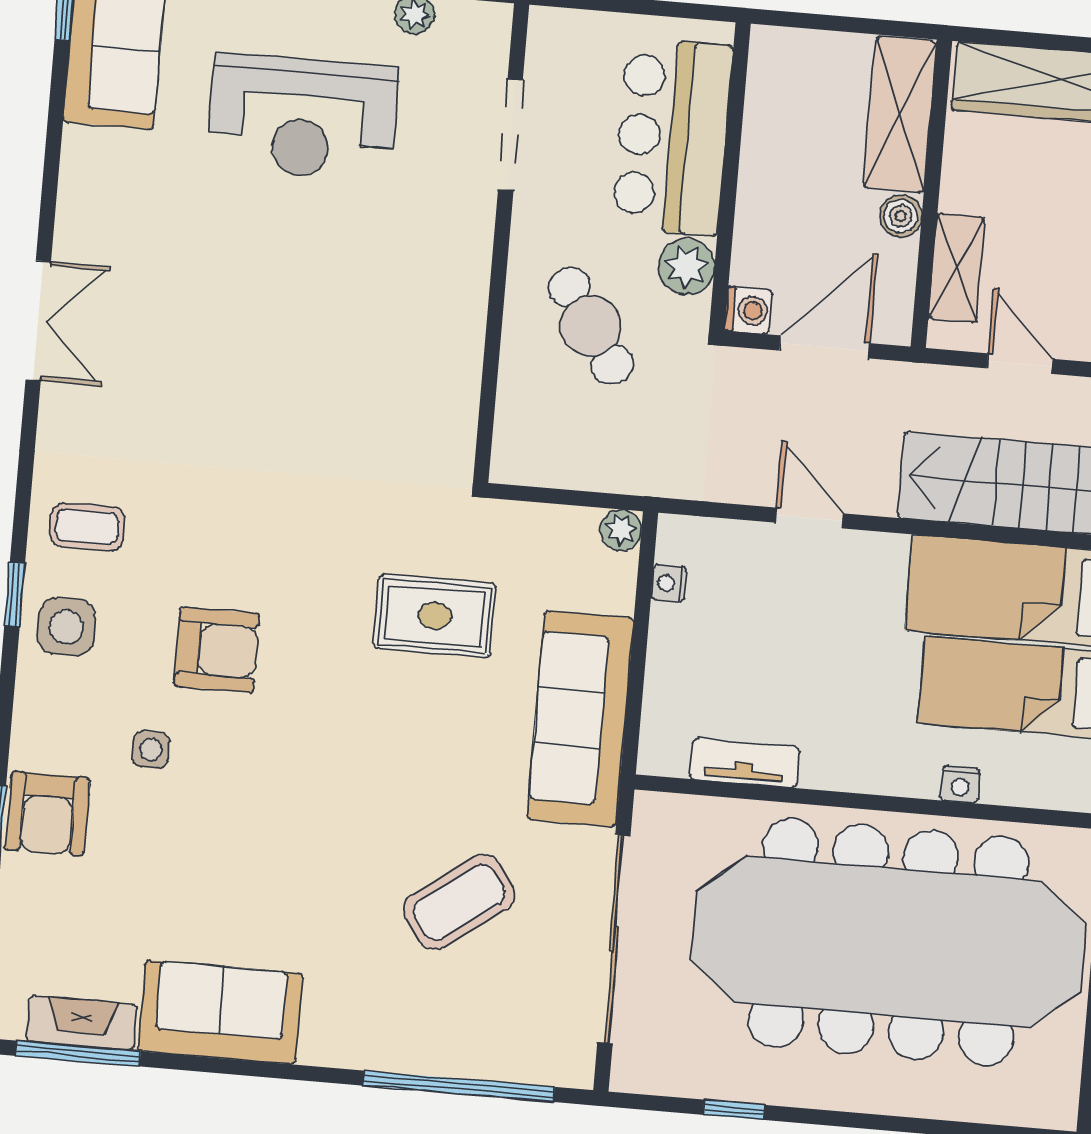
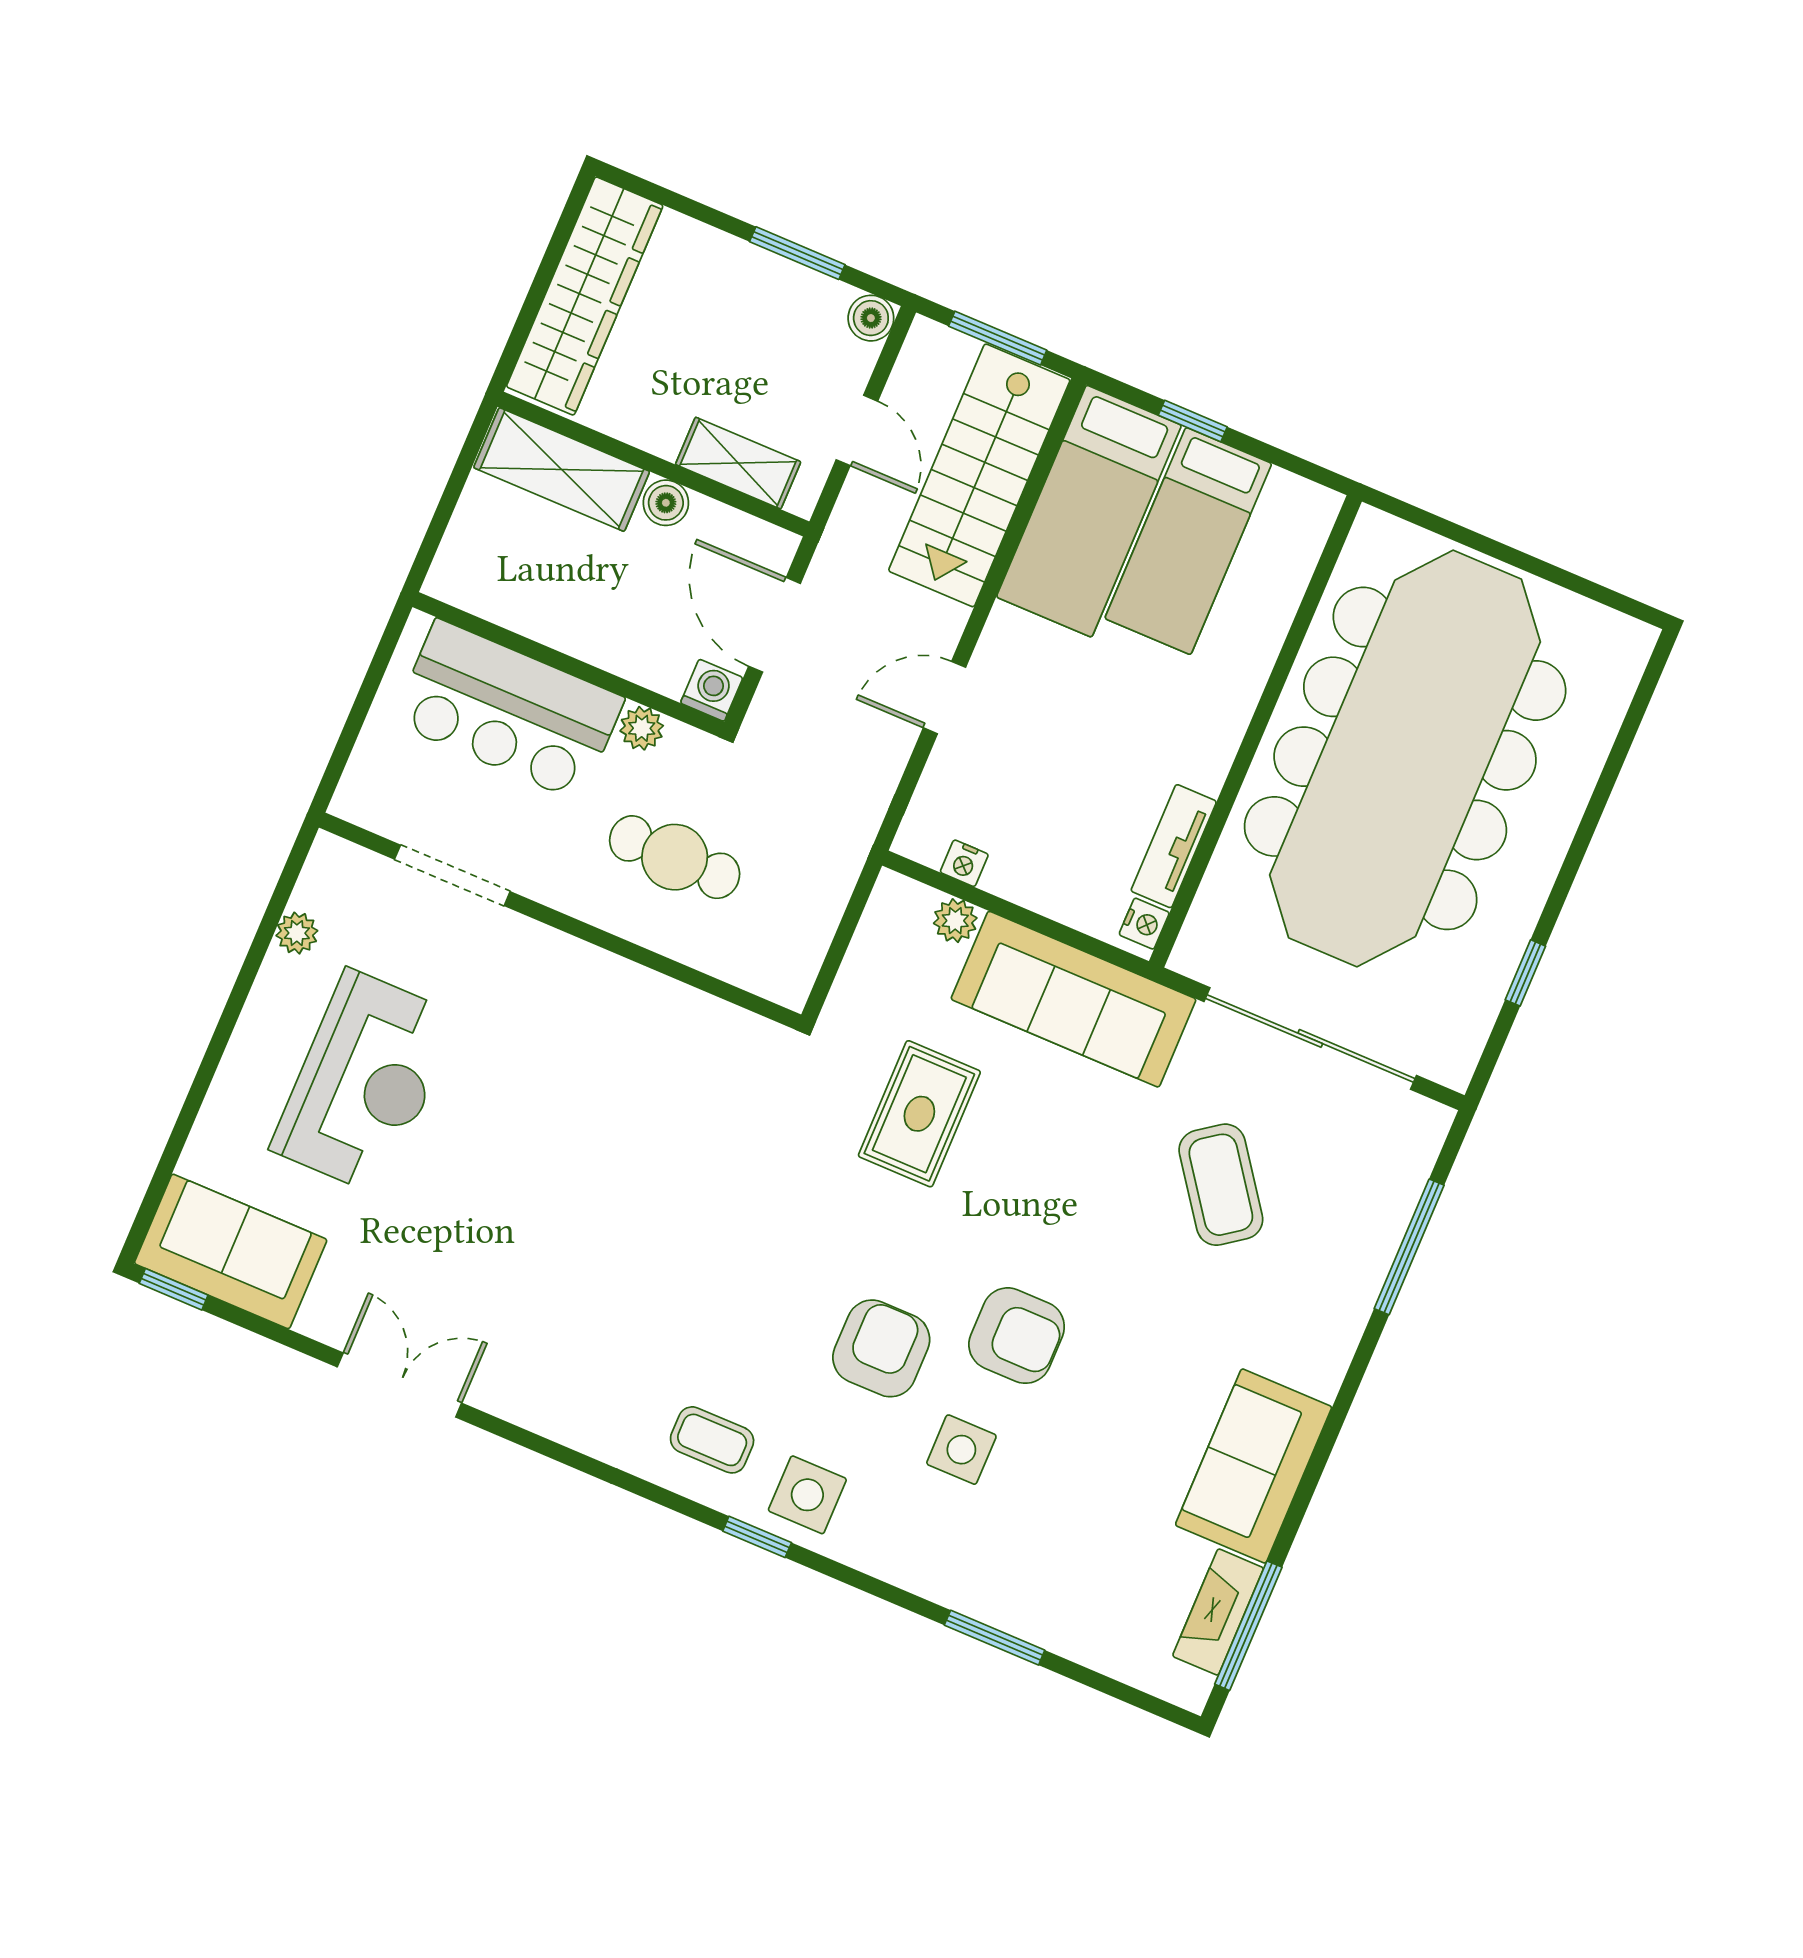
plant: (687, 267) -> (642, 728), width x0.73, depth x0.73
double door: (38, 321) -> (399, 1385), moved
cafe table: (591, 326) -> (675, 857), turned 34
door: (1020, 364) -> (857, 430), swing flipped
coffee table: (87, 527) -> (712, 1440), turned 90
plant: (621, 530) -> (955, 921), moved
side table: (151, 750) -> (961, 1450), width x1.37, depth x1.37
nightstand: (960, 784) -> (1144, 924), moved
armchair: (48, 814) -> (1017, 1336), moved
window: (459, 1086) -> (1409, 1247), width x0.68

